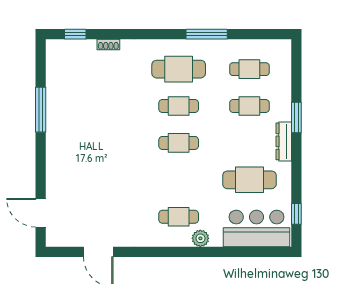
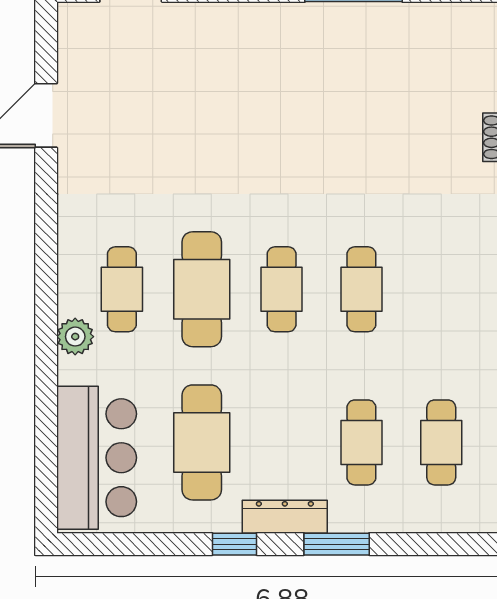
cafe table: (179, 69) -> (202, 289), moved
window: (296, 214) -> (234, 544), moved

